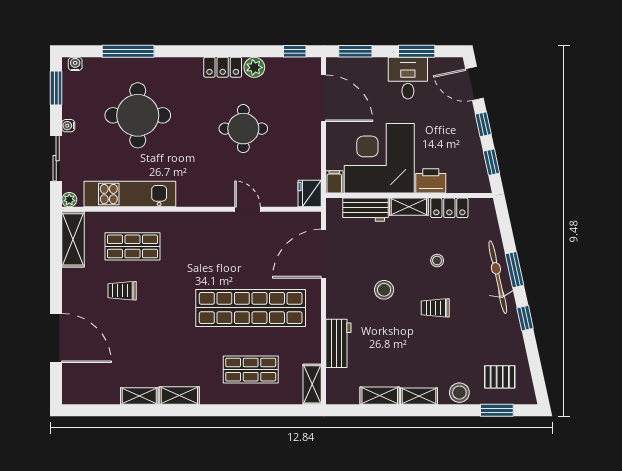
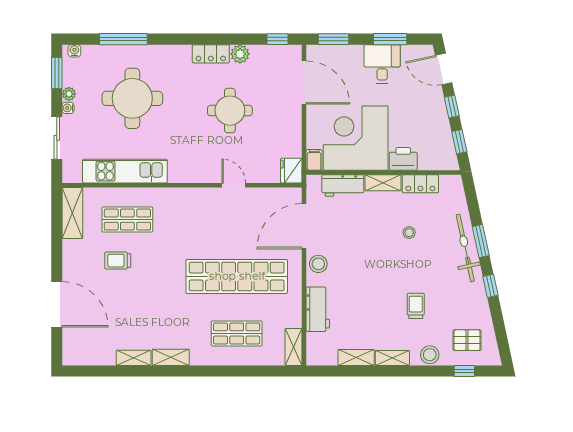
plant: (69, 200) -> (69, 94), moved
stool: (384, 290) -> (318, 264), moved
trolley: (435, 308) -> (416, 306), moved, turned 90
window: (497, 410) -> (464, 371), width x0.67

